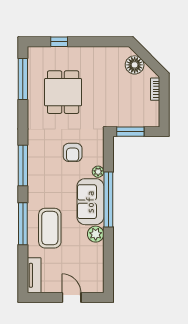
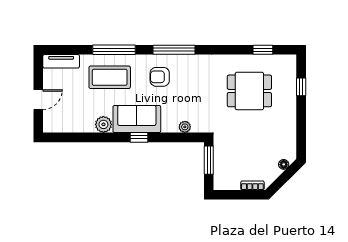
floor lamp: (135, 65) -> (284, 164), width x0.53, depth x0.53
window: (23, 79) -> (263, 50), width x0.46
armchair: (73, 152) -> (160, 77), moved
plant: (98, 172) -> (185, 127), moved
window: (108, 200) -> (139, 137), width x0.32

